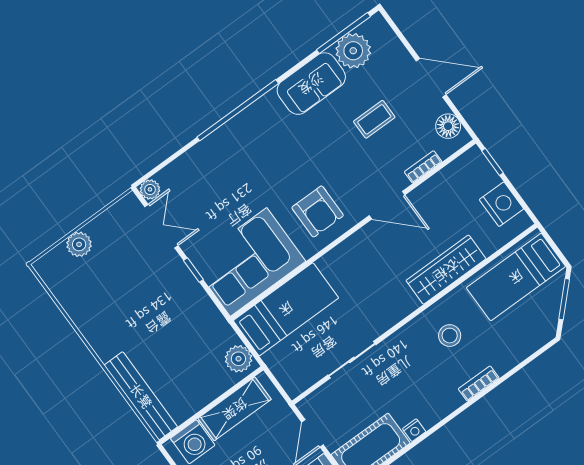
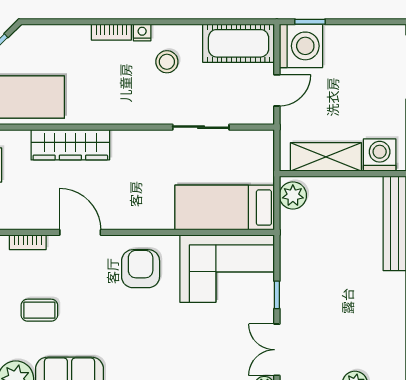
stool: (450, 336) -> (167, 62), moved
nightstand: (414, 430) -> (142, 33), moved

